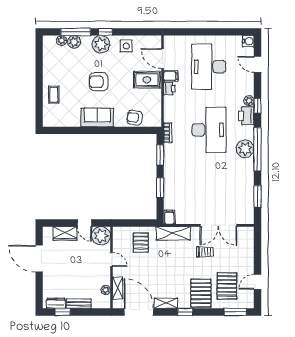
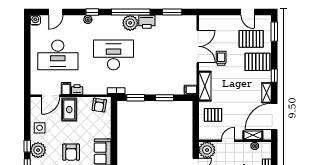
printer: (246, 116) -> (147, 22), moved
armchair: (135, 118) -> (99, 105), moved

